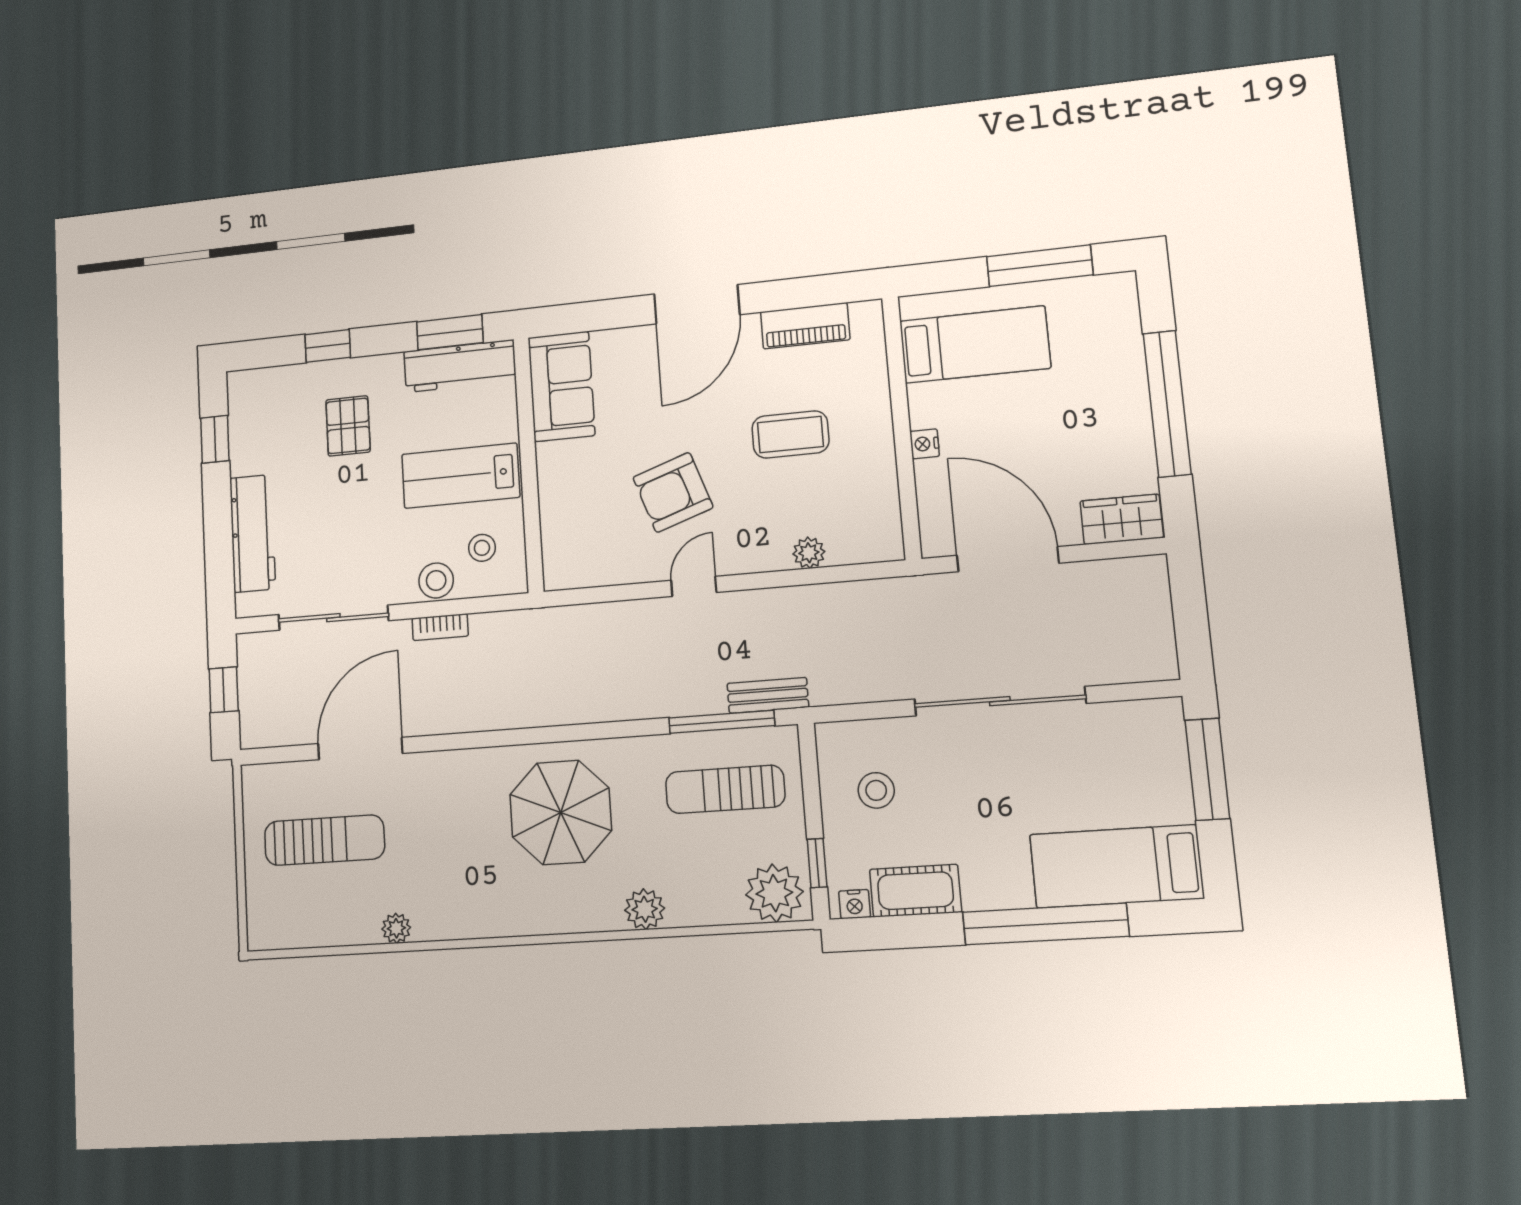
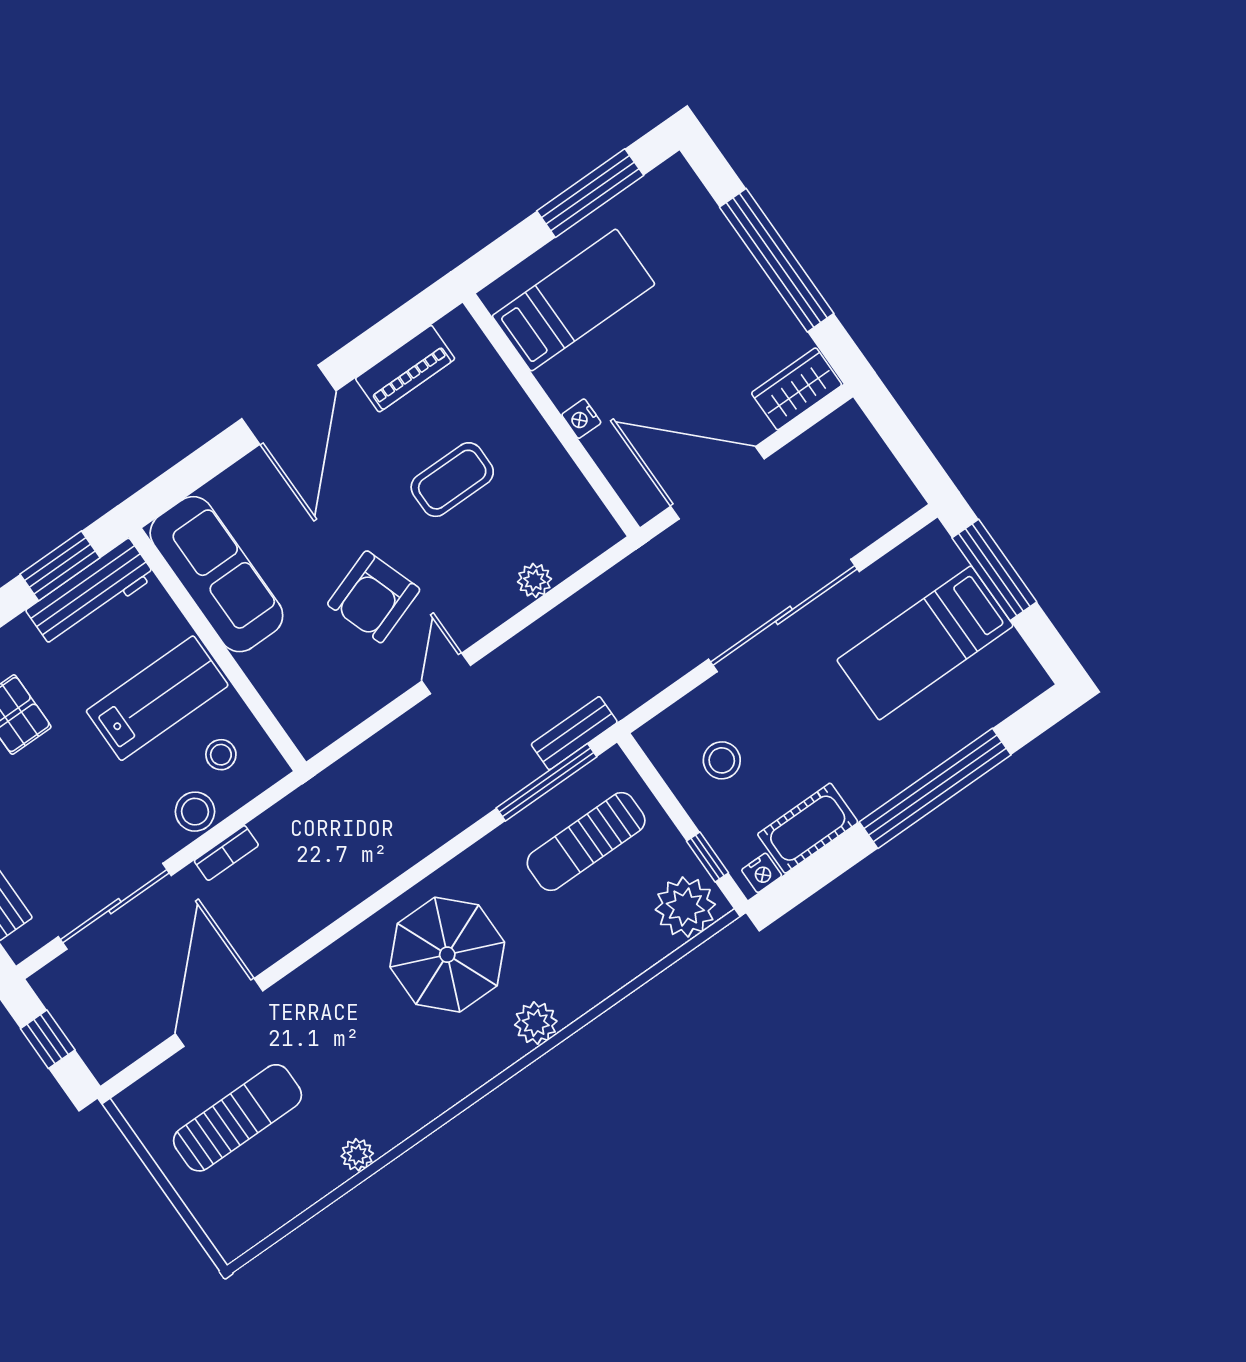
sofa: (561, 386) -> (216, 574), width x1.36
lab bench: (461, 476) -> (157, 698), turned 180
bed: (1116, 866) -> (925, 643), moved
plant: (645, 909) -> (536, 1023), moved

